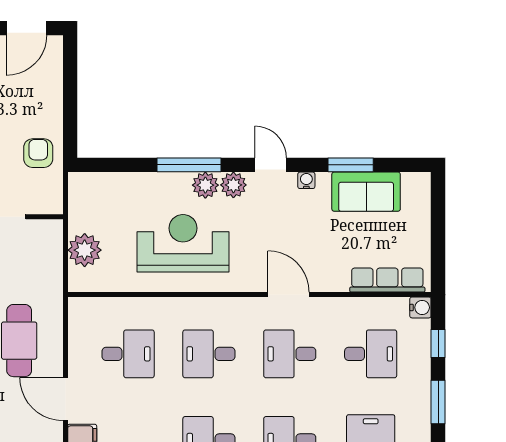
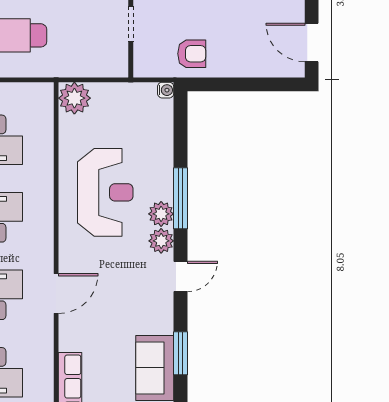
water cooler: (306, 180) -> (166, 90), moved
plant: (85, 250) -> (74, 98), moved

